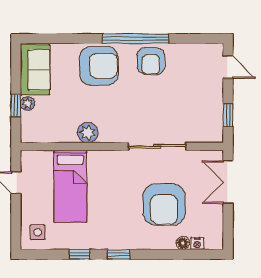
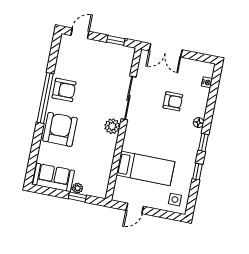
plant: (88, 133) -> (112, 126), moved
armchair: (164, 204) -> (173, 101), width x0.53, depth x0.53
floor lamp: (183, 243) -> (199, 123), moved

